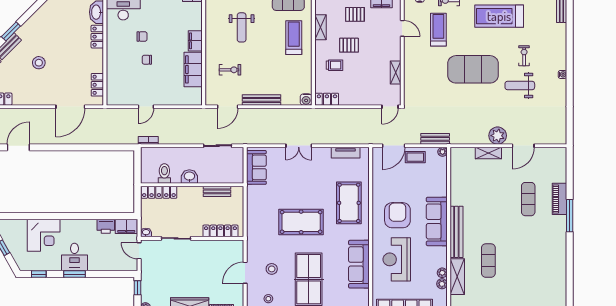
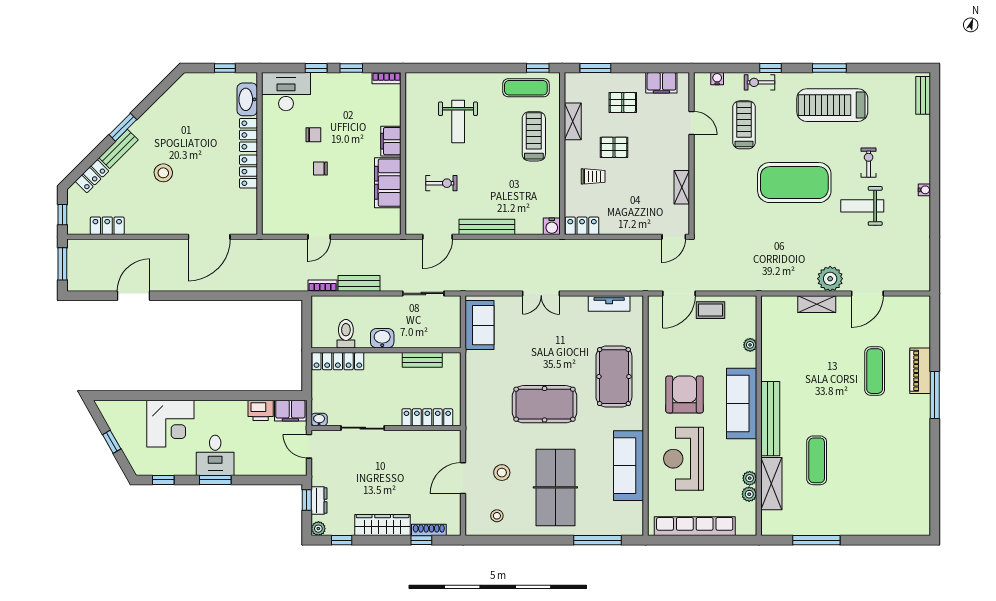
locker: (97, 85) -> (248, 172), moved
bench: (435, 139) -> (359, 283), moved
plant: (443, 152) -> (750, 345), moved
dresser: (146, 288) -> (319, 500), added

